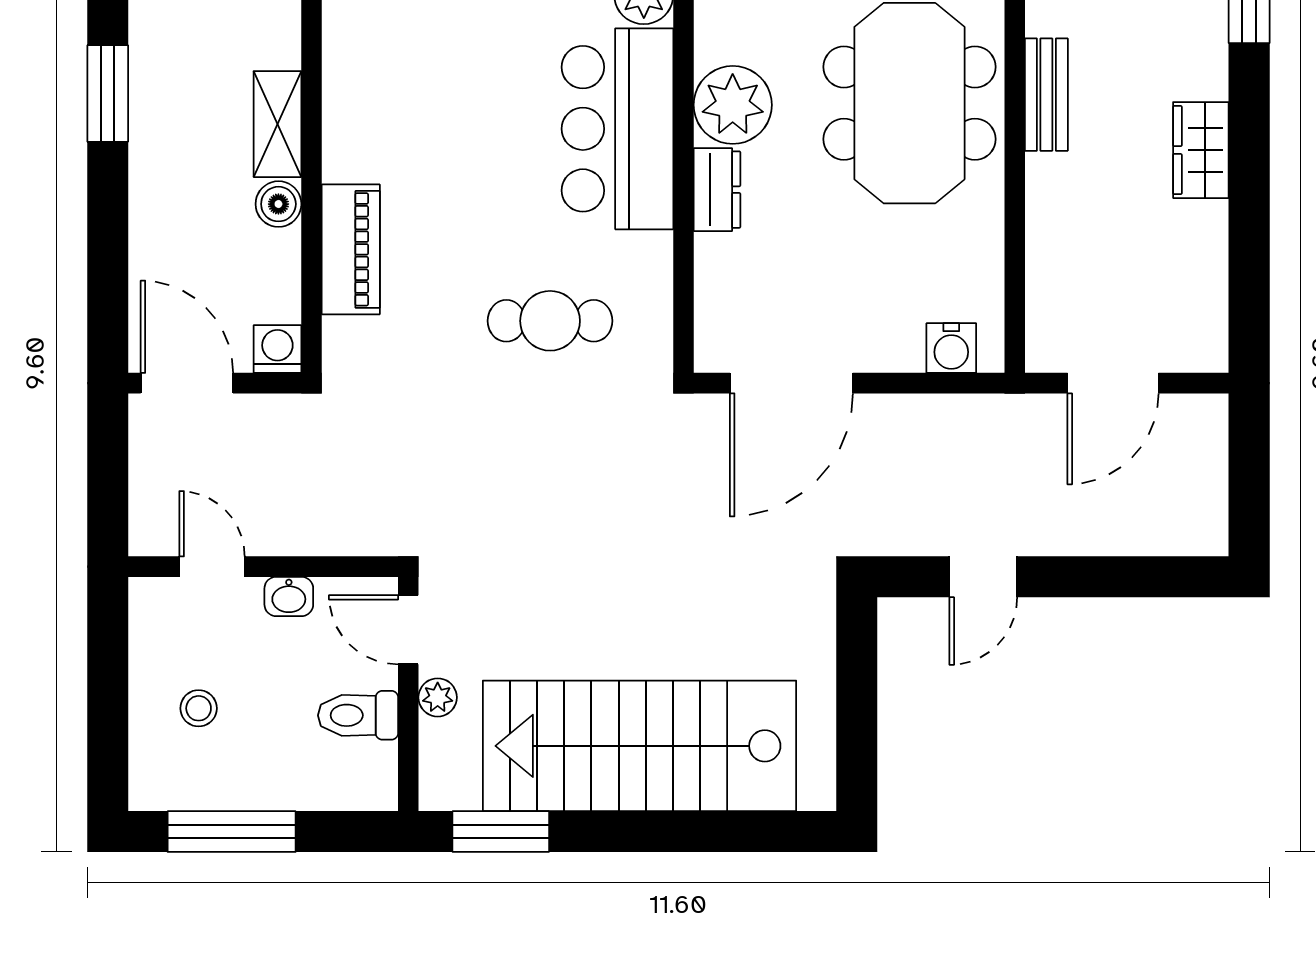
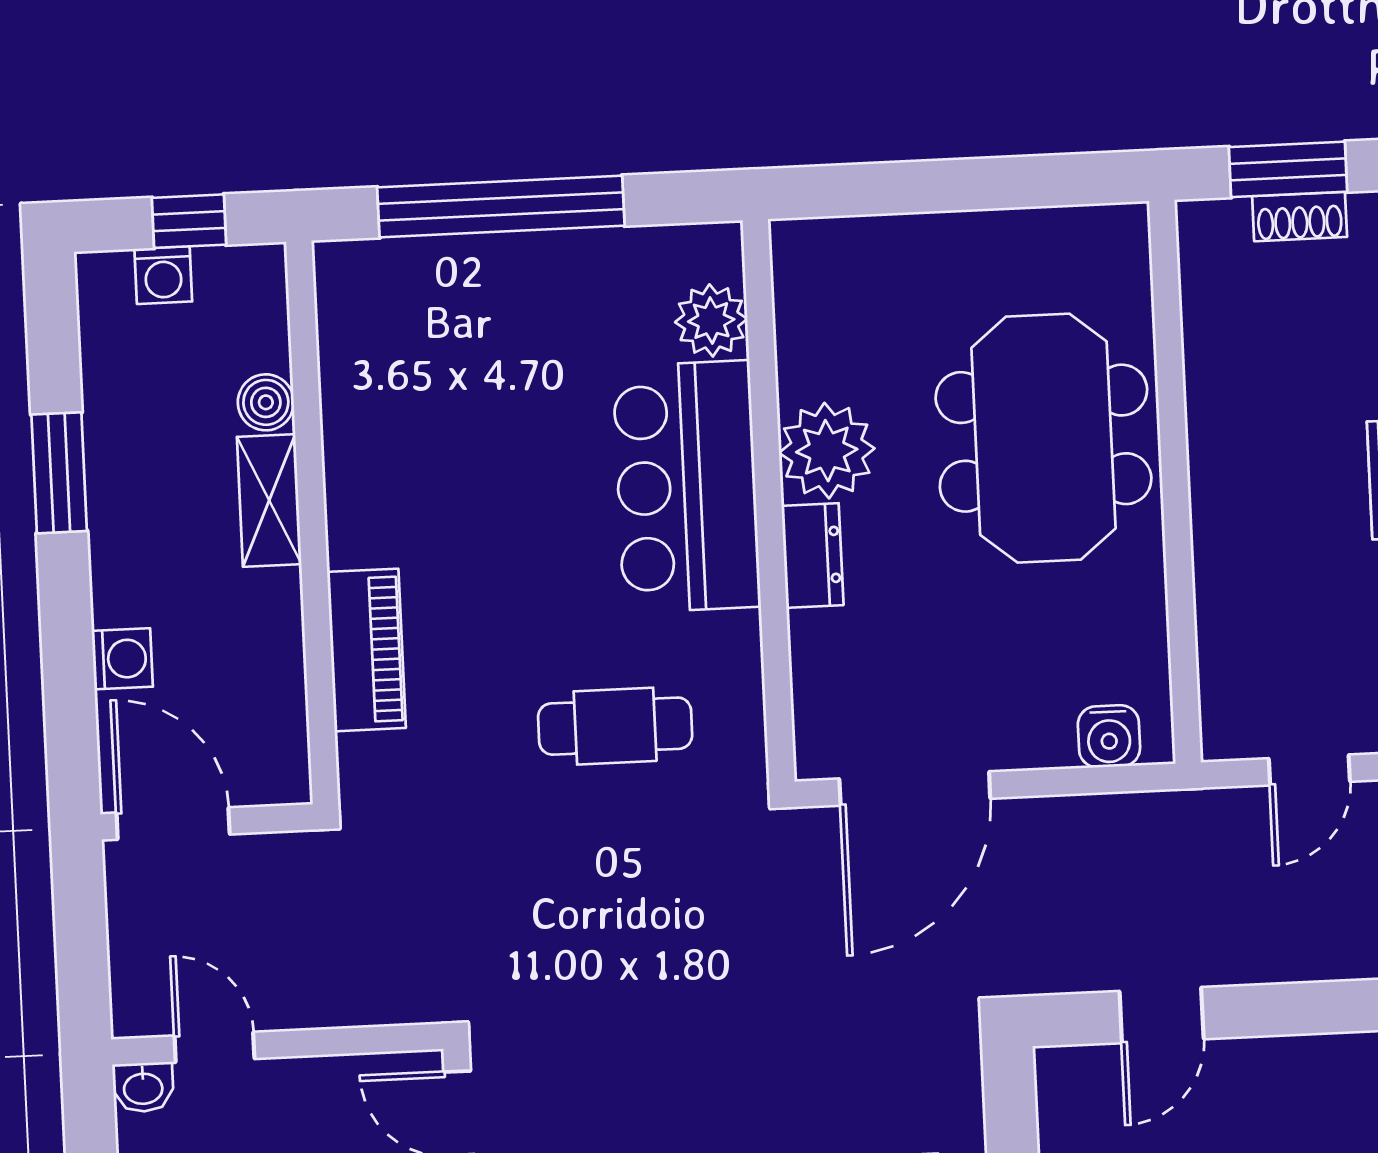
bench: (1046, 95) -> (1211, 420), removed
boiler: (278, 204) -> (266, 402), moved
washing machine: (277, 349) -> (122, 659), moved, turned 90
door: (1113, 383) -> (1309, 770), width x0.73
washbasin: (289, 596) -> (143, 1087), moved

